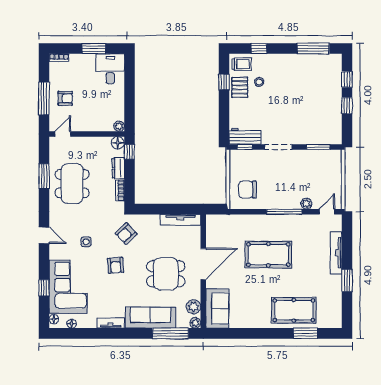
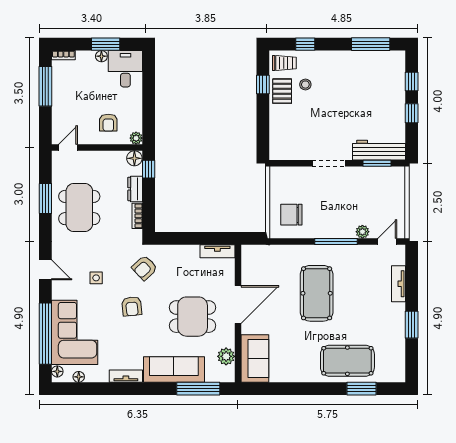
floor lamp: (90, 58) -> (101, 56), added
armchair: (65, 98) -> (108, 123), moved, turned 90
window: (44, 99) -> (45, 86), moved
workbench: (245, 136) -> (379, 150), moved, width x1.38
window: (245, 147) -> (288, 163), removed
tv unit: (180, 220) -> (217, 251), width x0.71
tv unit: (336, 253) -> (398, 284), width x0.71
pool table: (268, 255) -> (317, 293), turned 90
window: (44, 288) -> (45, 334), width x3.17
plant: (195, 323) -> (228, 376), removed

